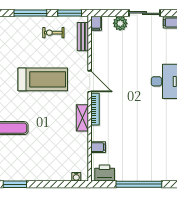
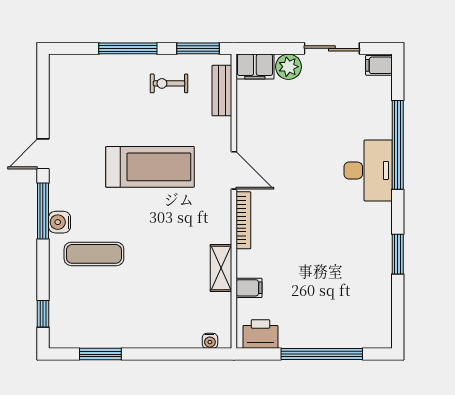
filing cabinet: (96, 23) -> (255, 67), width x2.00
shelving: (82, 118) -> (221, 268), moved

